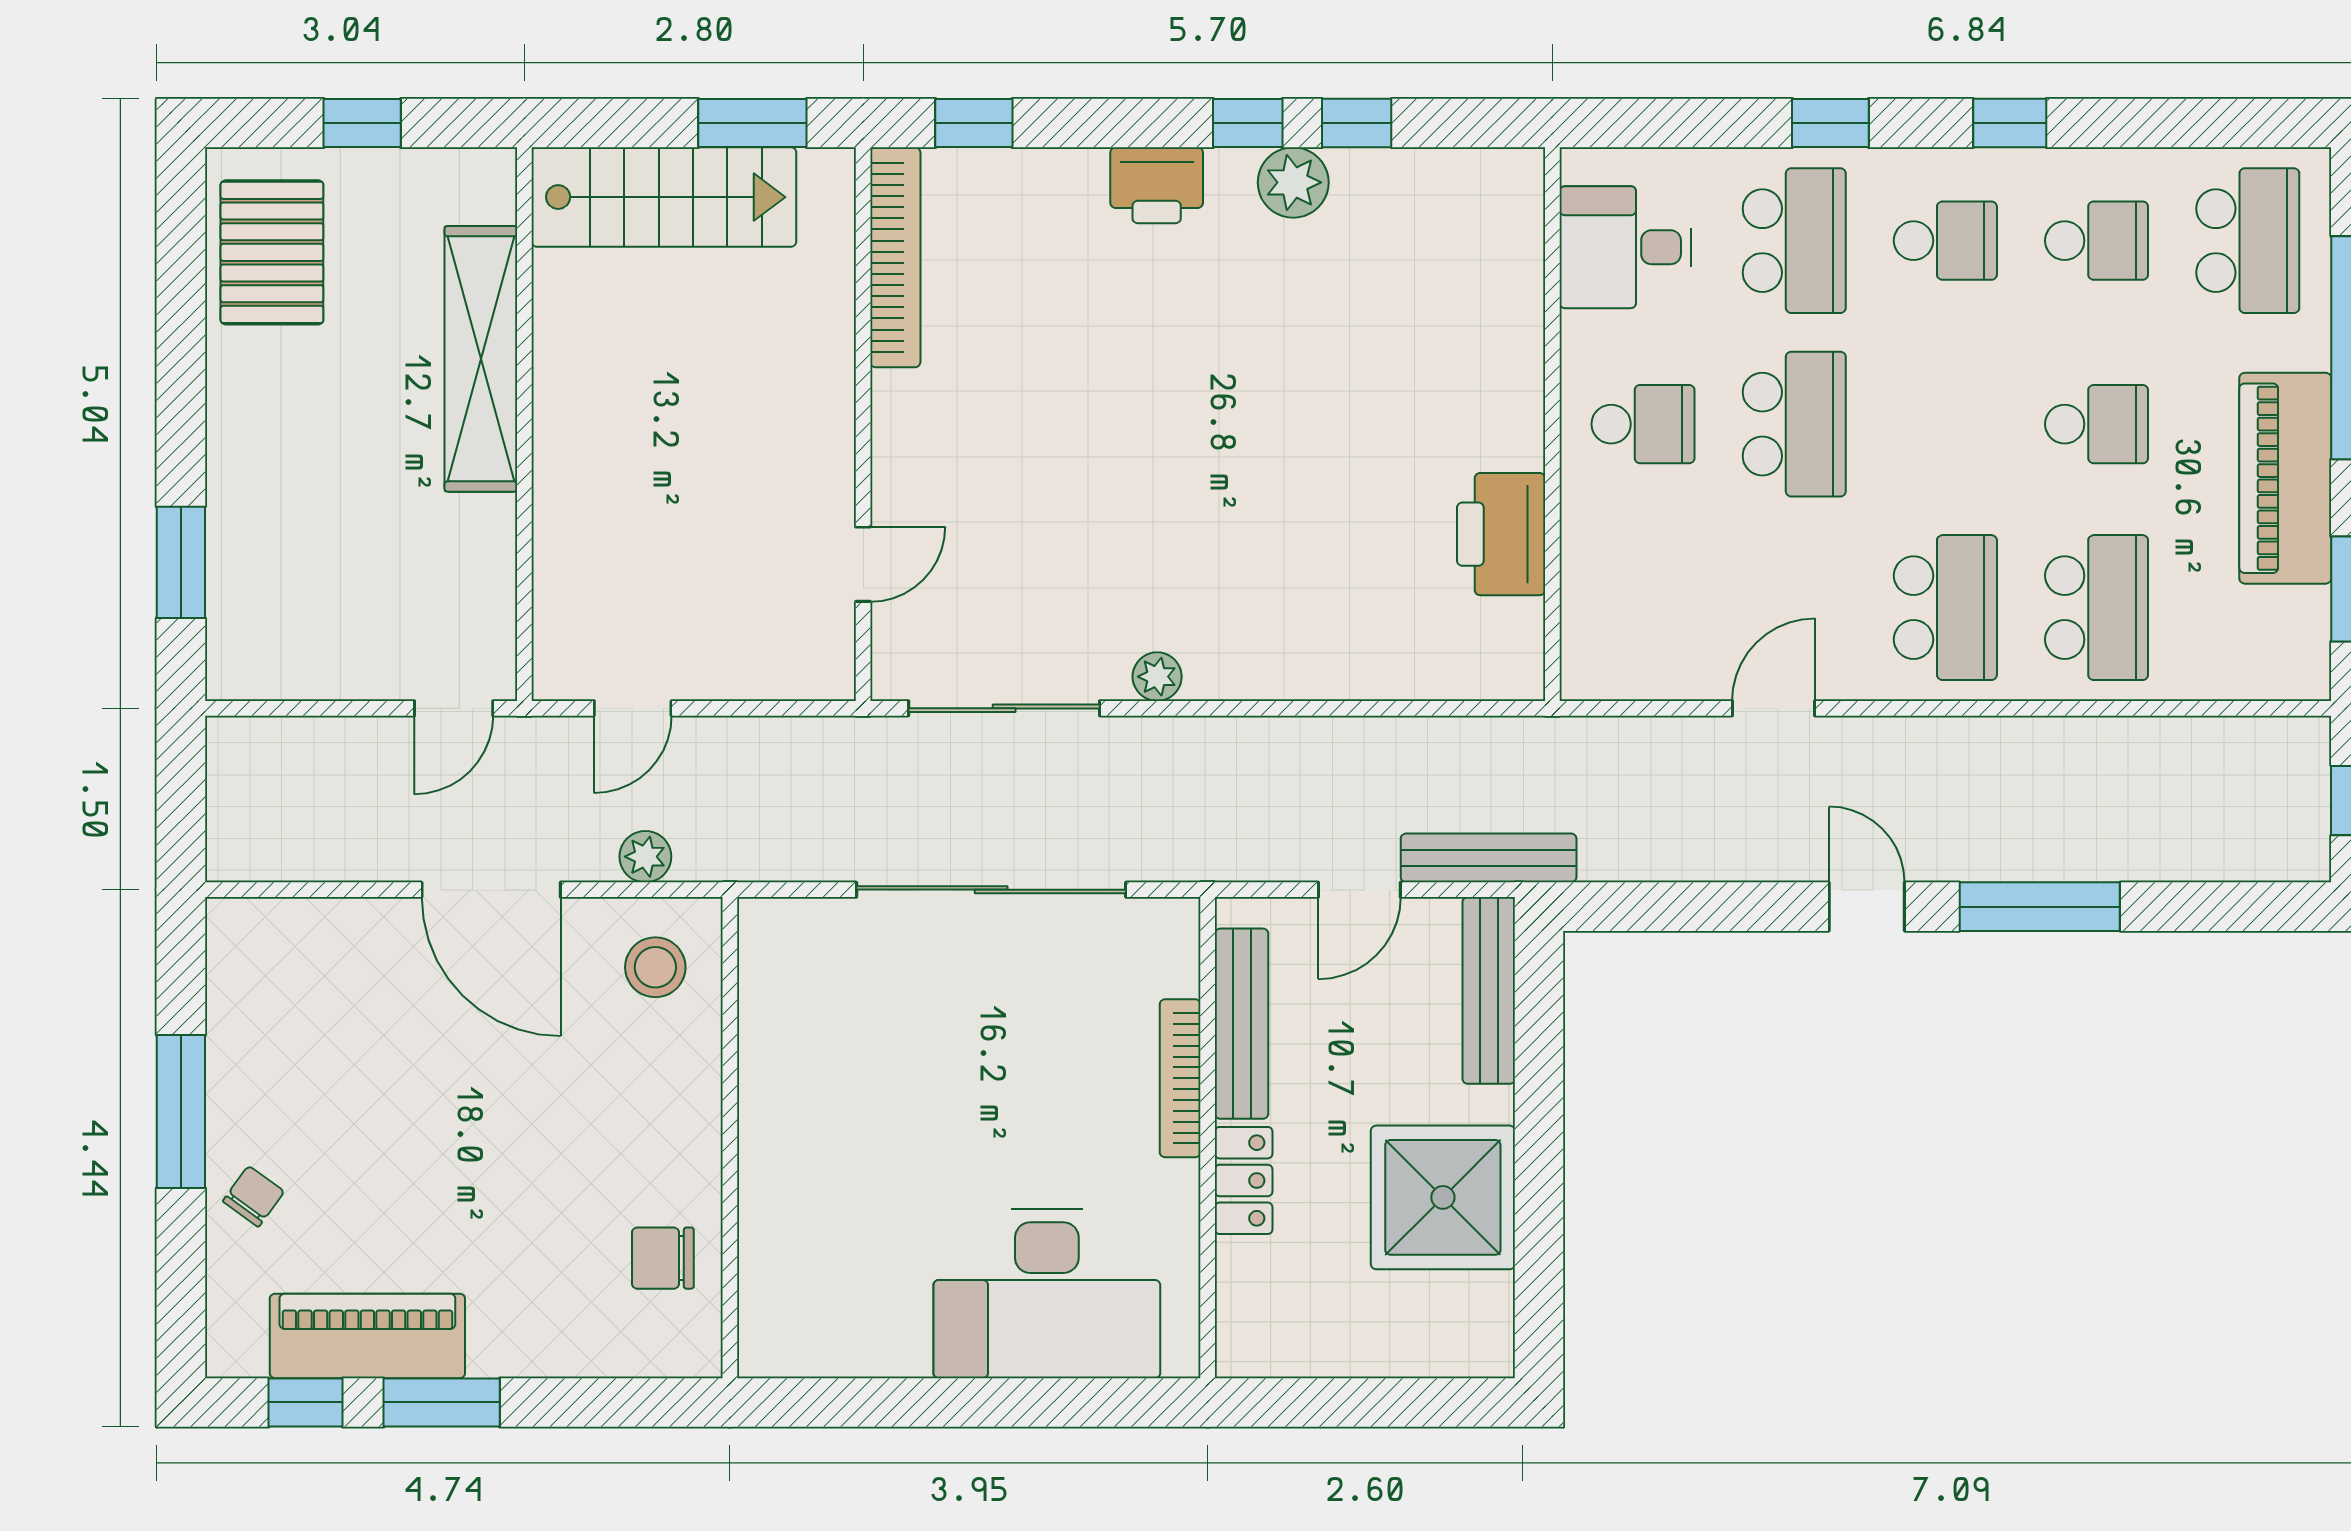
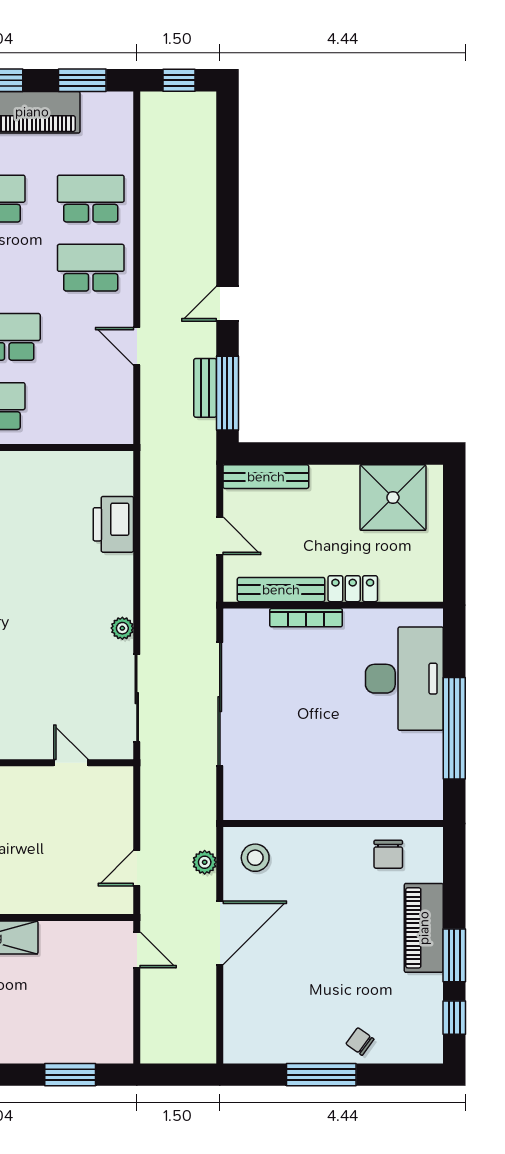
printer: (1501, 534) -> (113, 524), moved, turned 90
door: (633, 708) -> (137, 868), swing flipped
bench: (1489, 858) -> (205, 388), moved, width x0.73
window: (2040, 907) -> (227, 393), moved
shower: (1443, 1197) -> (393, 498), moved
piano: (367, 1336) -> (424, 928), moved
window: (938, 1402) -> (454, 728), added

